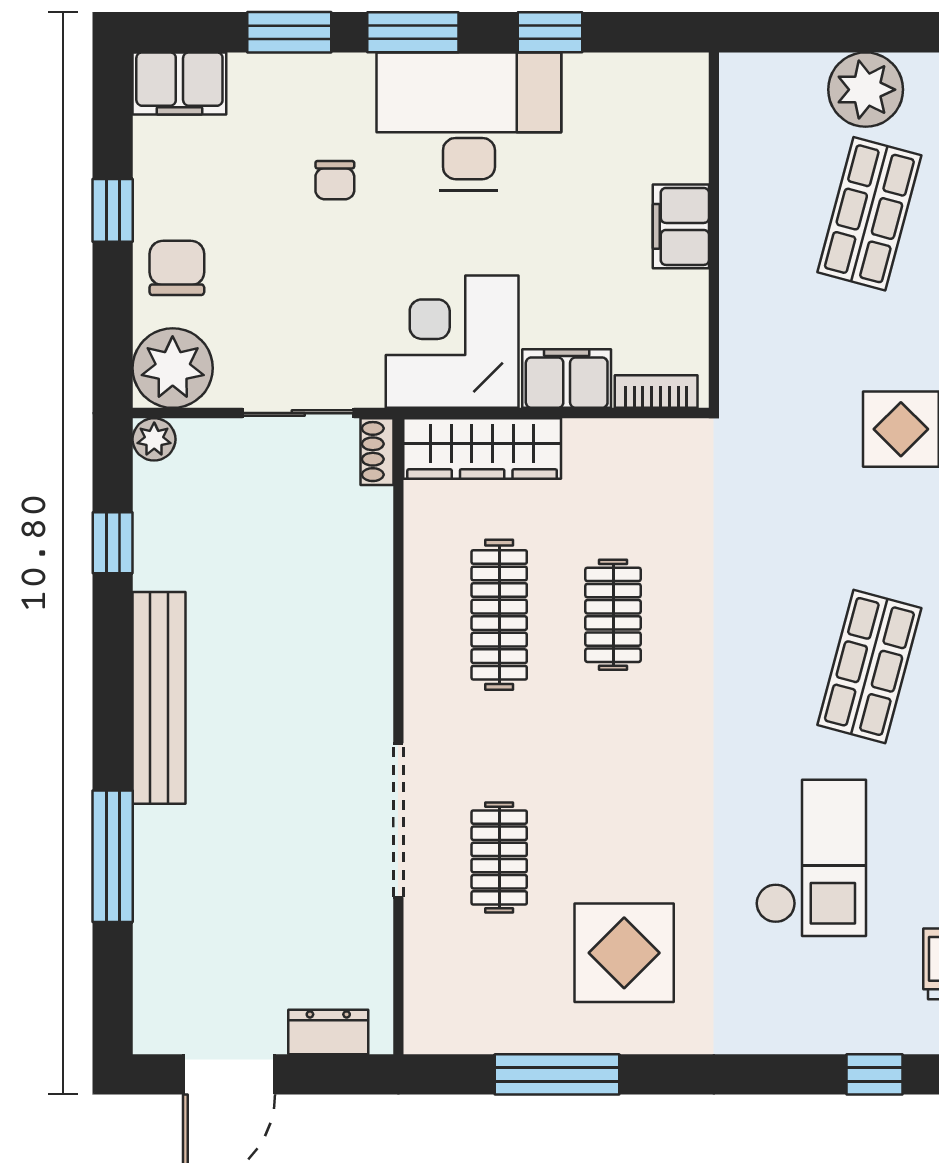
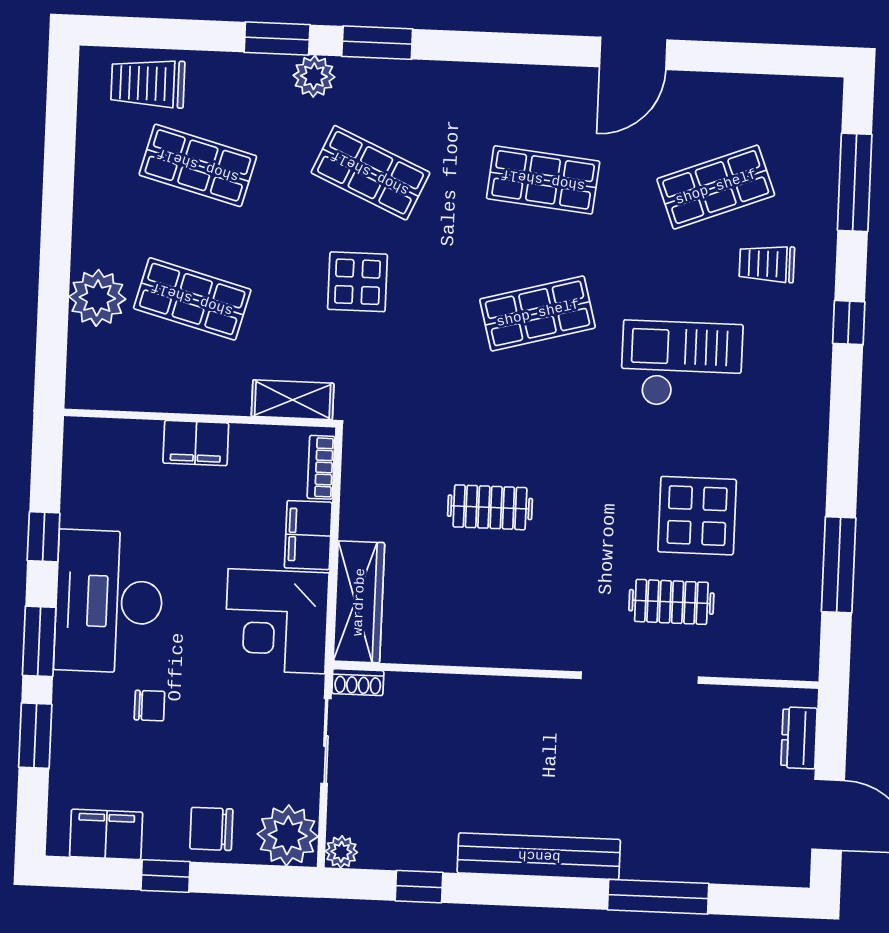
filing cabinet: (179, 83) -> (106, 834), moved, turned -90
shelving: (743, 351) -> (293, 400), added
clothes rail: (499, 615) -> (486, 594), removed
shop shelf: (869, 666) -> (538, 313), turned -30
display table: (624, 953) -> (697, 516), moved

